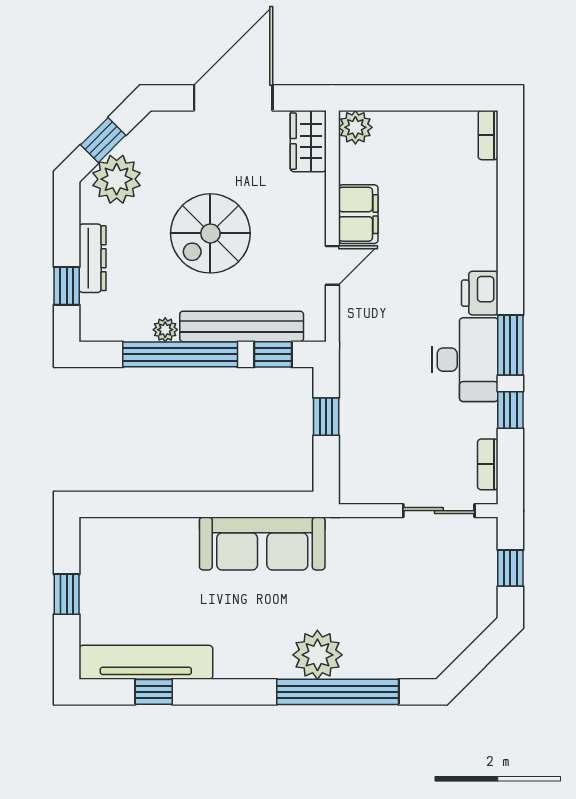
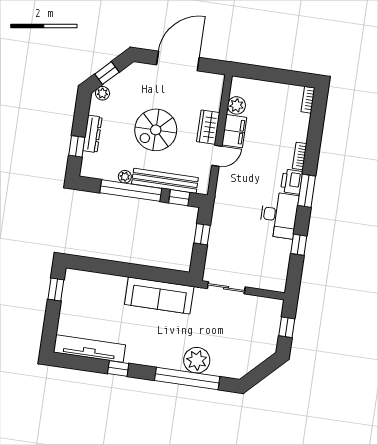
plant: (355, 127) -> (236, 105), moved
wardrobe: (308, 141) -> (208, 127), moved
plant: (117, 179) -> (102, 93), width x0.53, depth x0.53
window: (510, 345) -> (307, 191), moved
bookcase: (488, 464) -> (300, 156), moved
sliding door: (439, 511) -> (226, 288), moved
window: (67, 594) -> (56, 289), moved
plant: (317, 655) -> (197, 360), moved
window: (154, 692) -> (118, 369), moved

